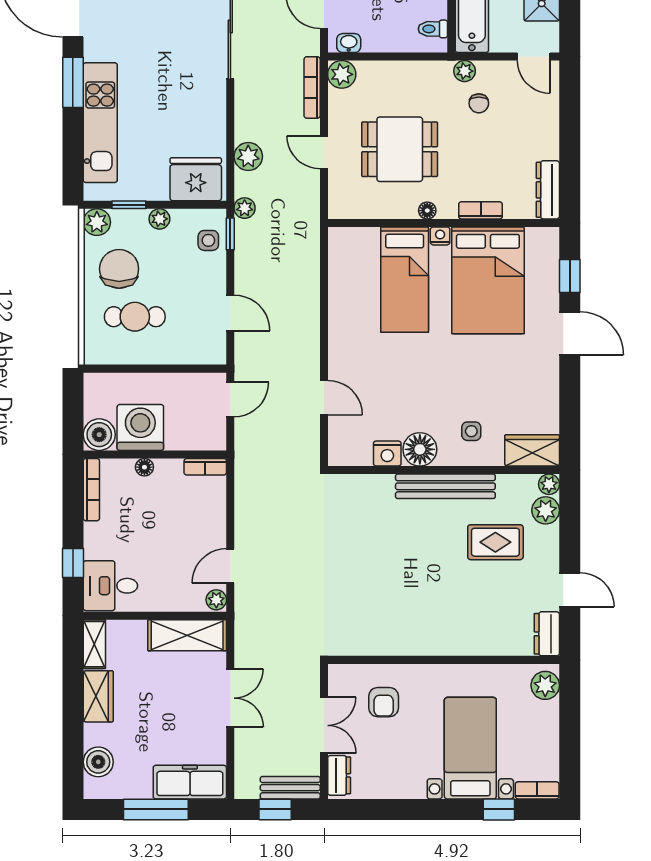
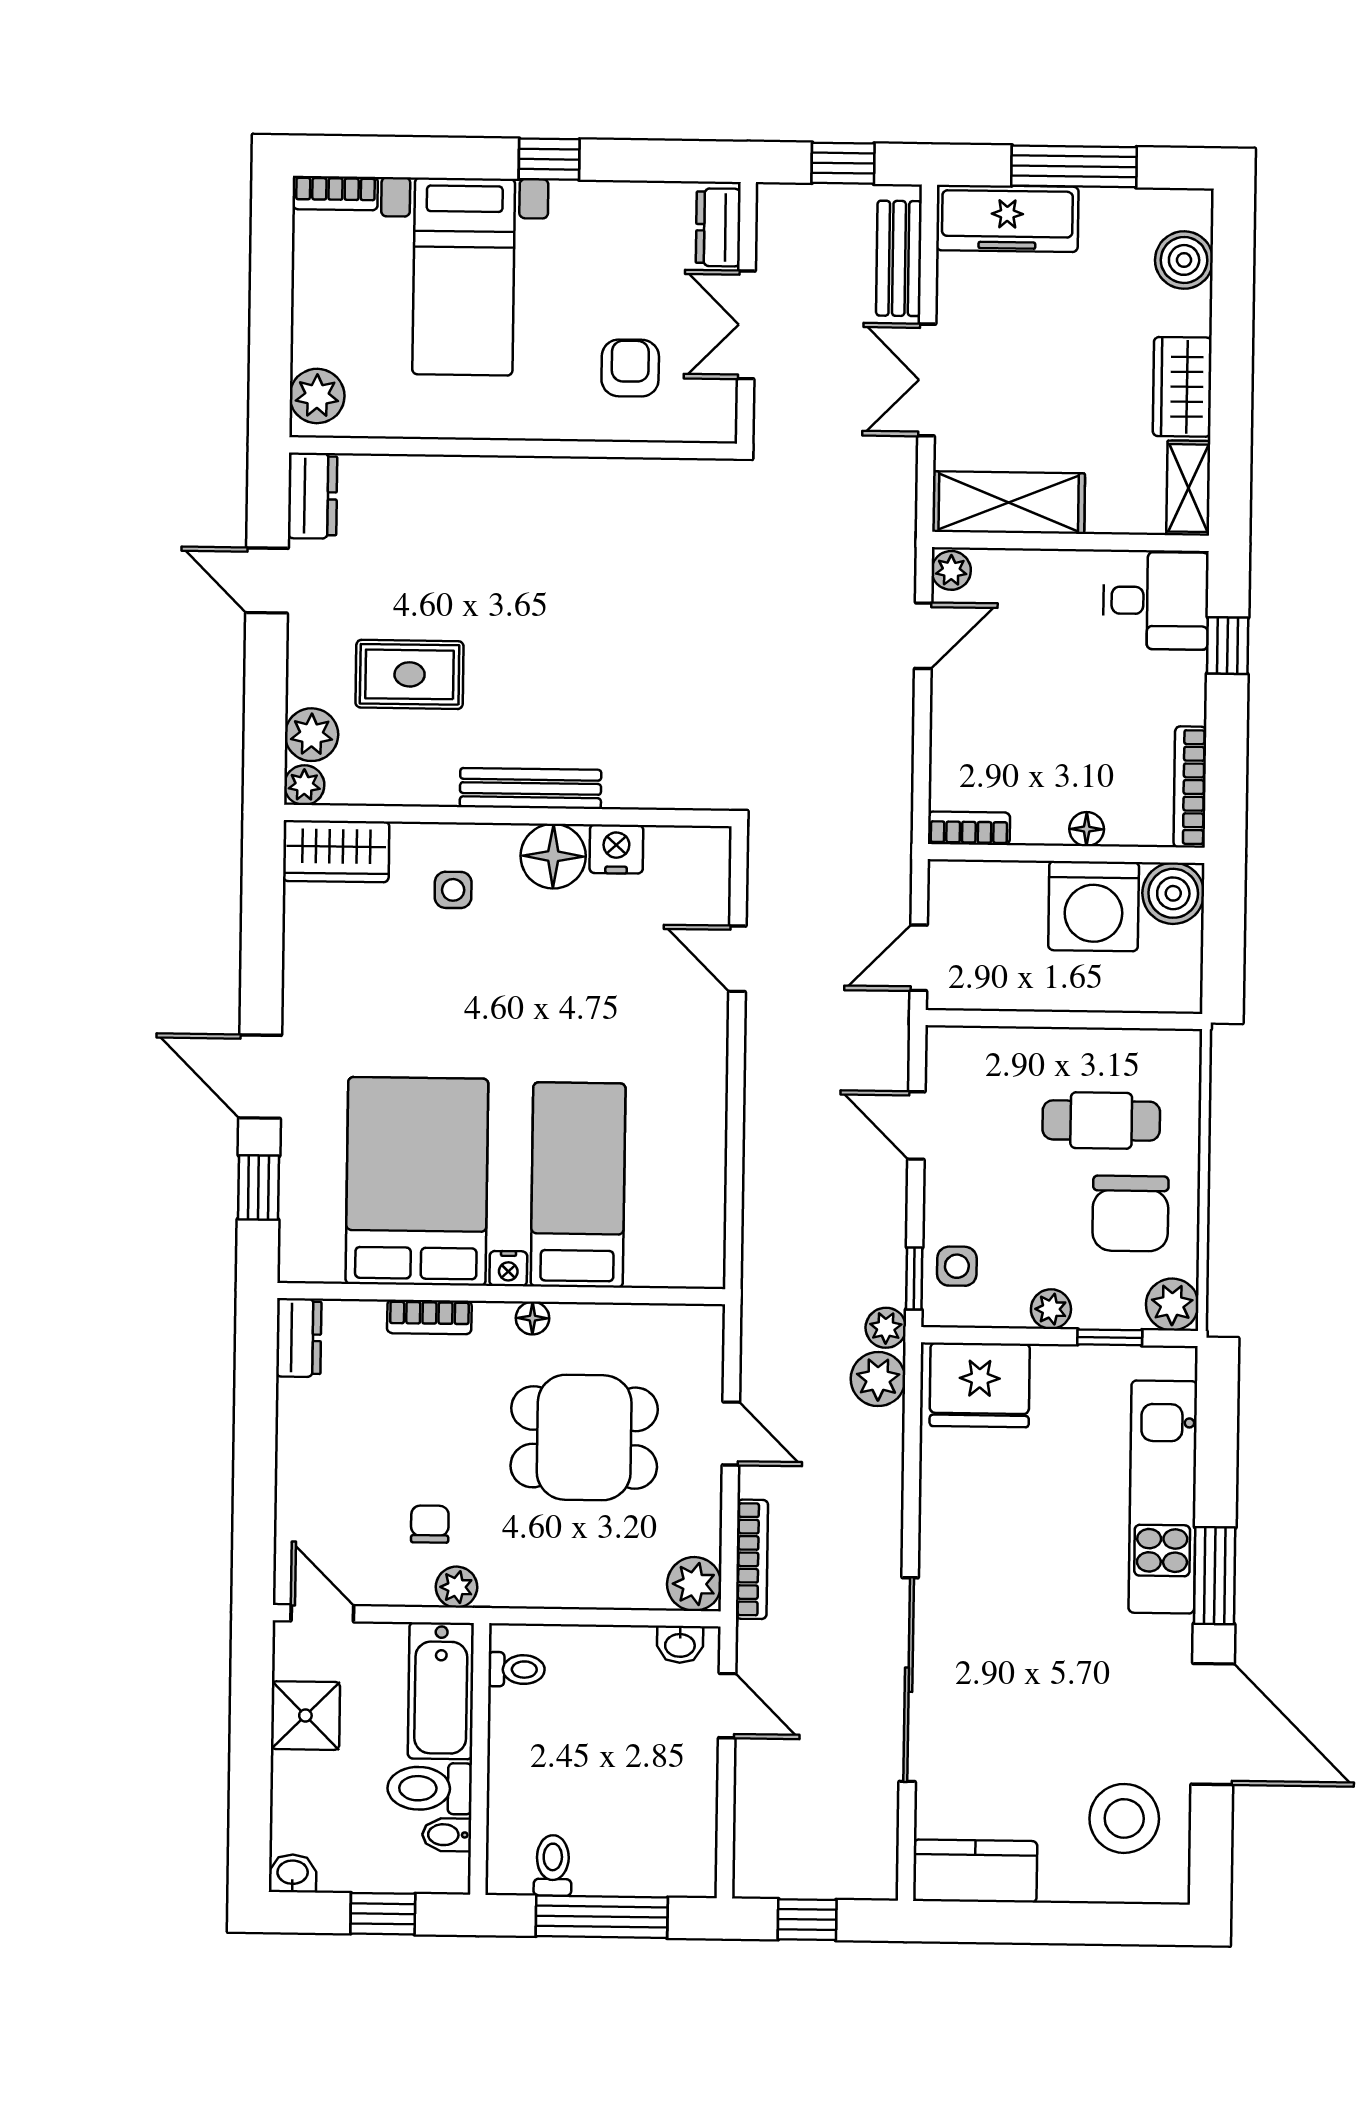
plant: (248, 156) -> (878, 1379), moved
dresser: (548, 190) -> (299, 1338), width x0.70
bench: (445, 486) -> (531, 789), width x0.73, depth x0.82
bench: (290, 788) -> (899, 258), moved, turned 90
window: (499, 809) -> (549, 159), moved

